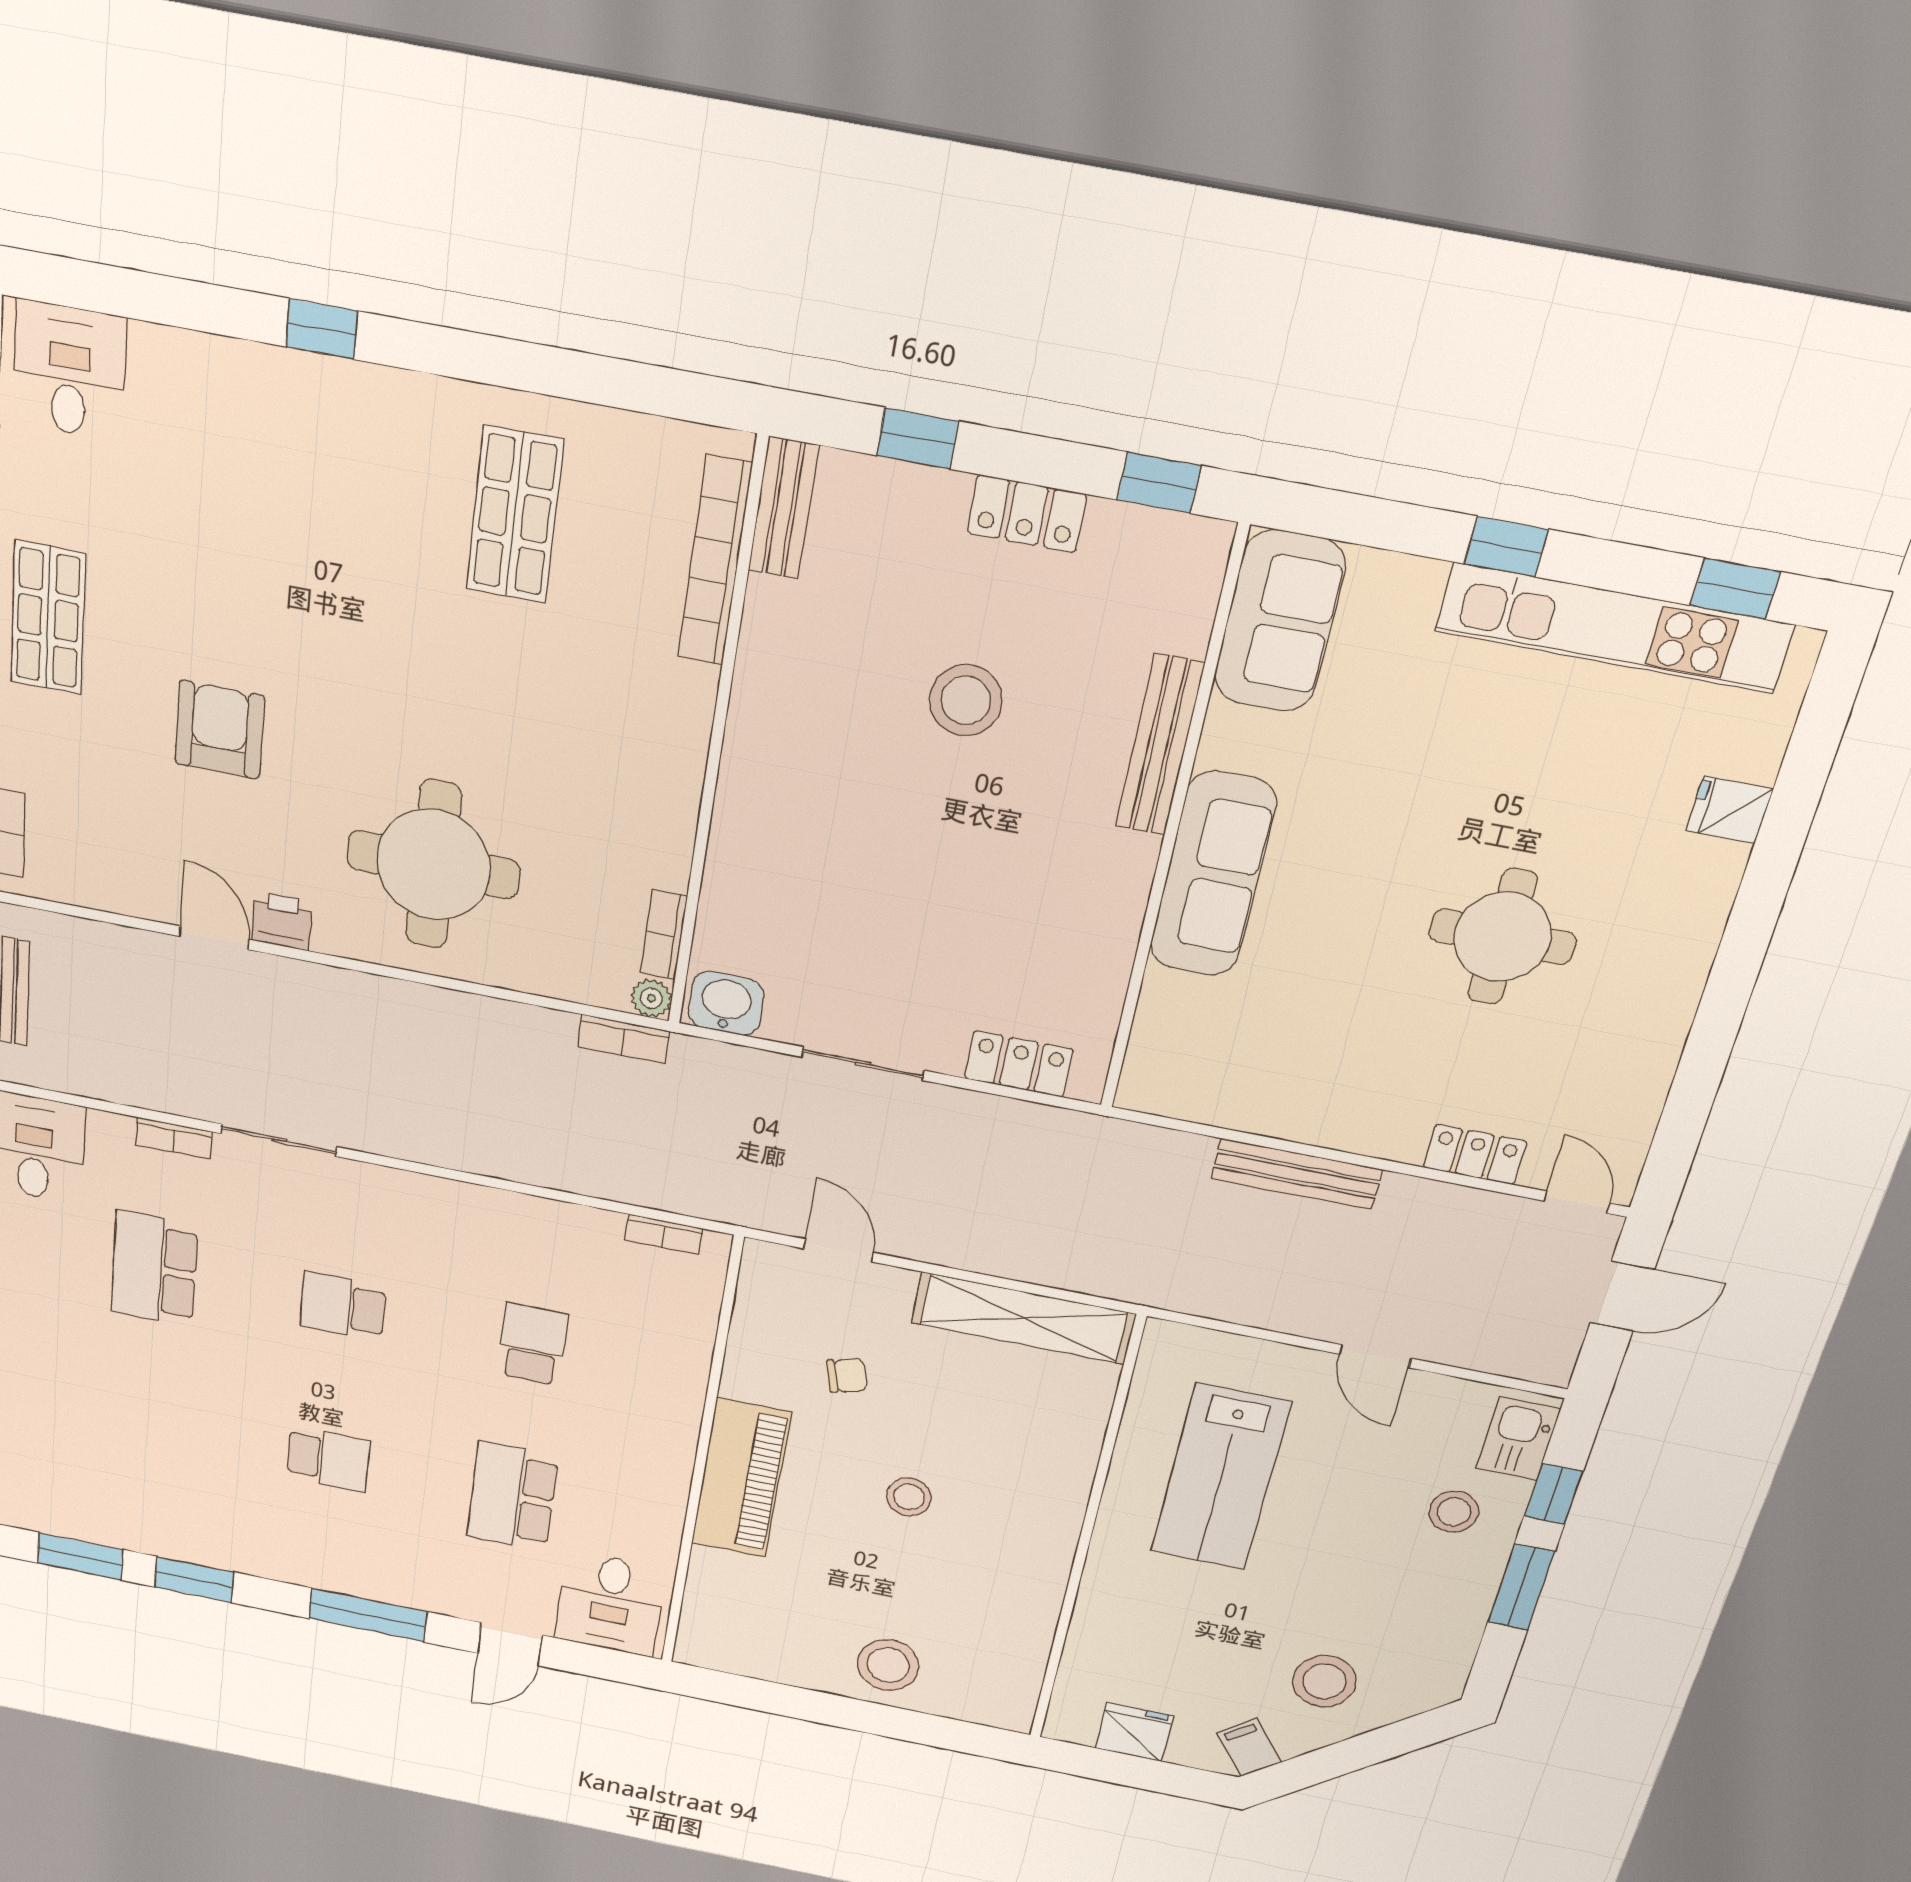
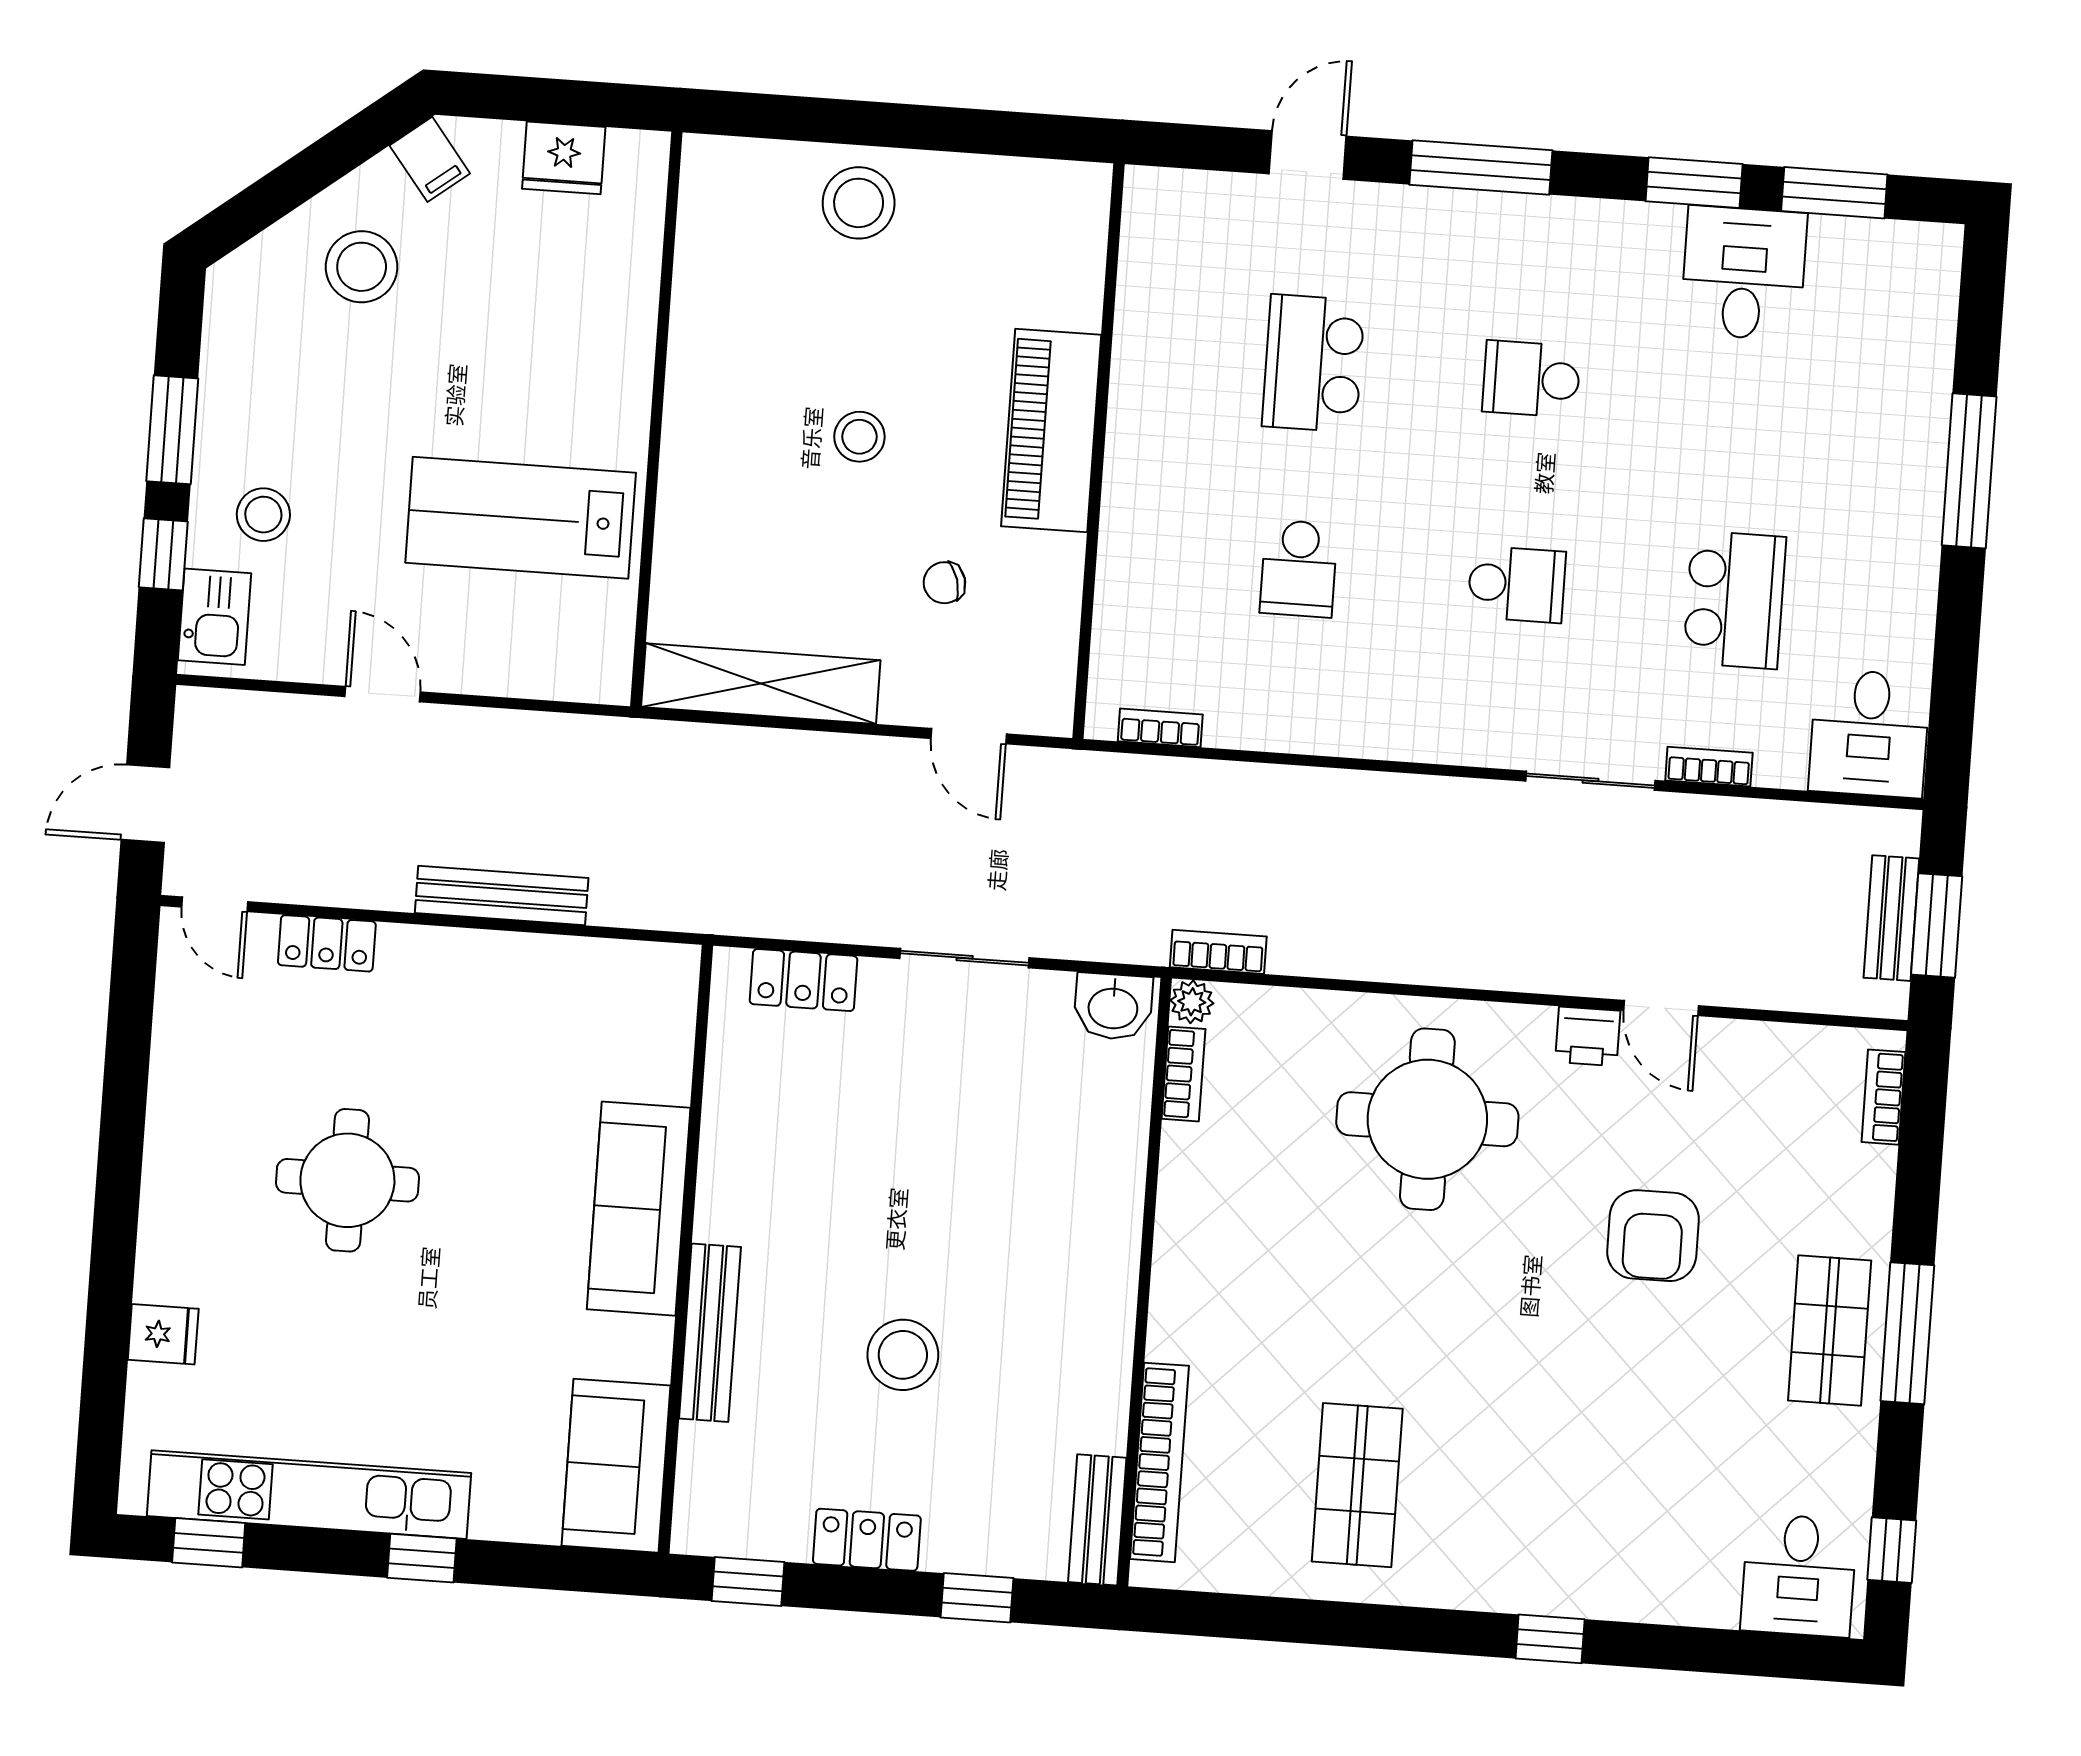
lab bench: (1220, 1477) -> (521, 518), turned -90
school desk: (512, 1496) -> (1313, 363), turned 180
desk: (610, 1604) -> (1744, 273), moved

